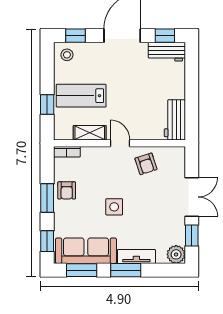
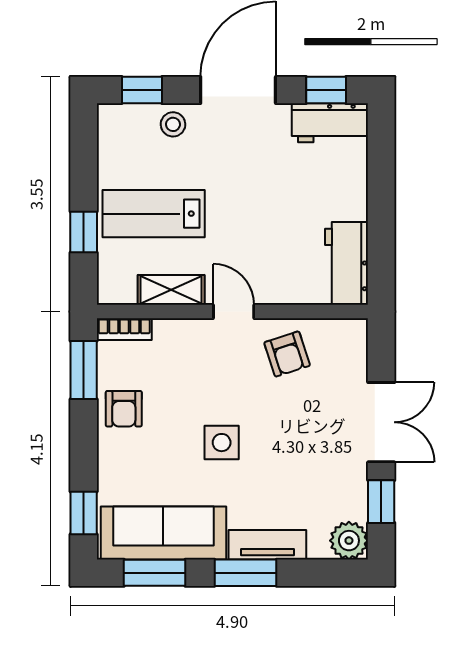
stool: (67, 55) -> (173, 124), moved
window: (47, 198) -> (84, 370), moved

